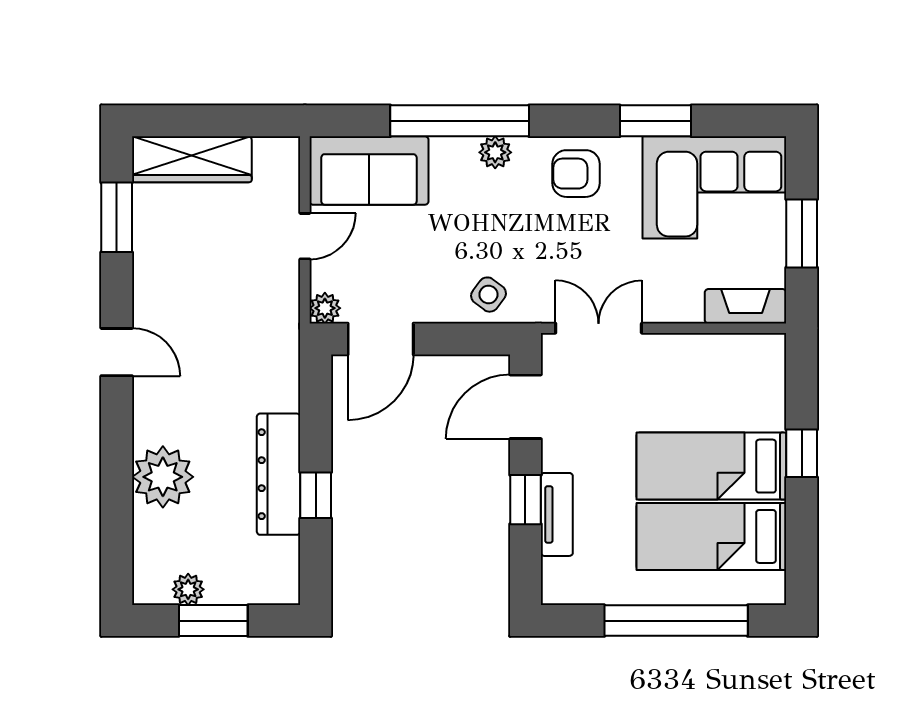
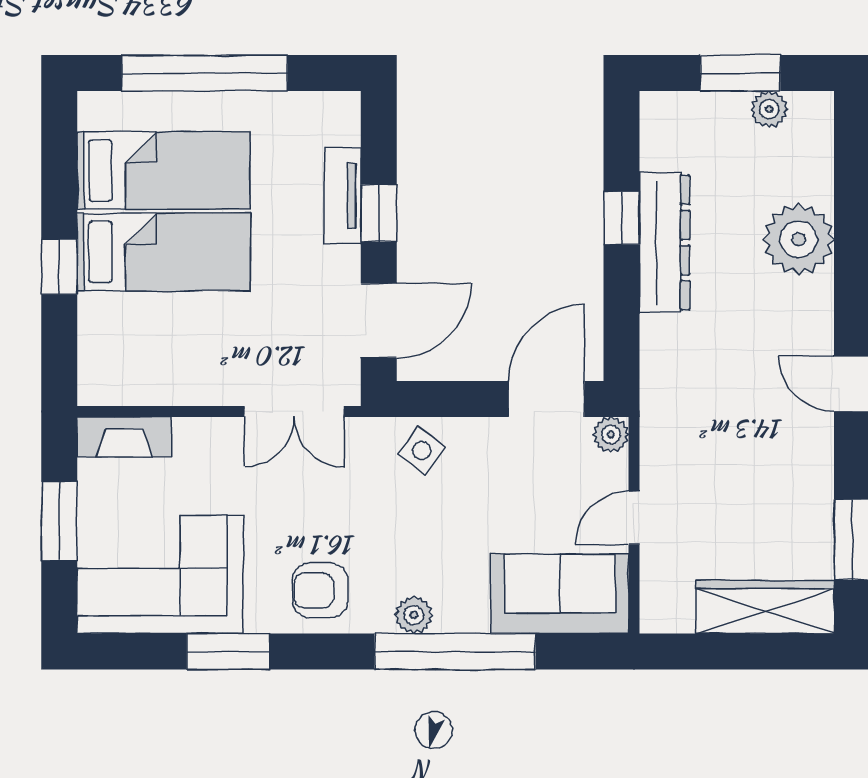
armchair: (576, 174) -> (320, 590), turned 180

